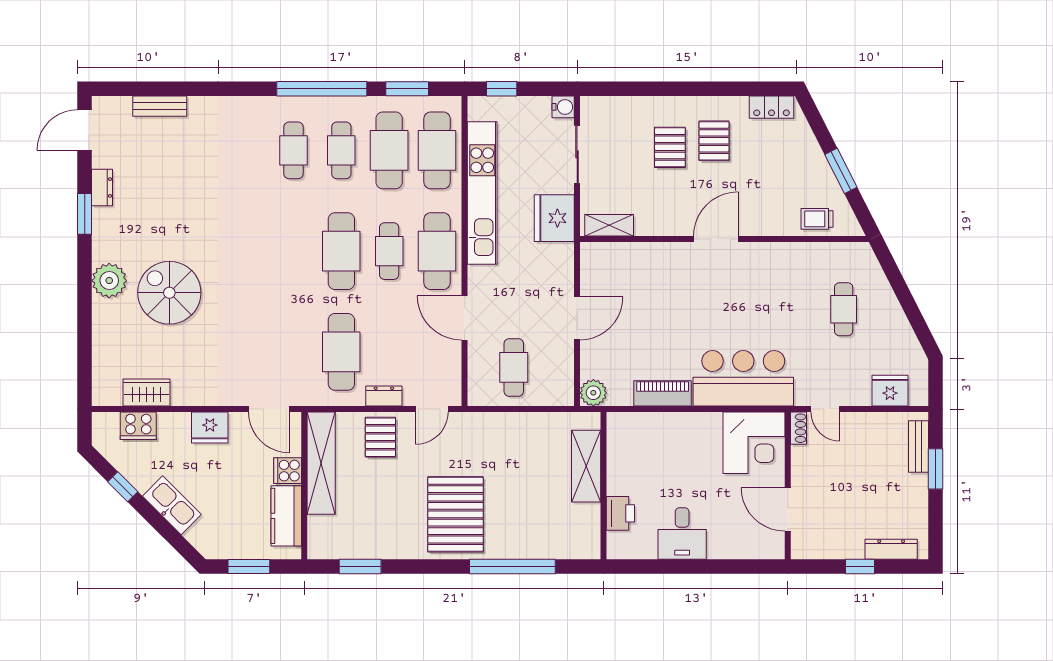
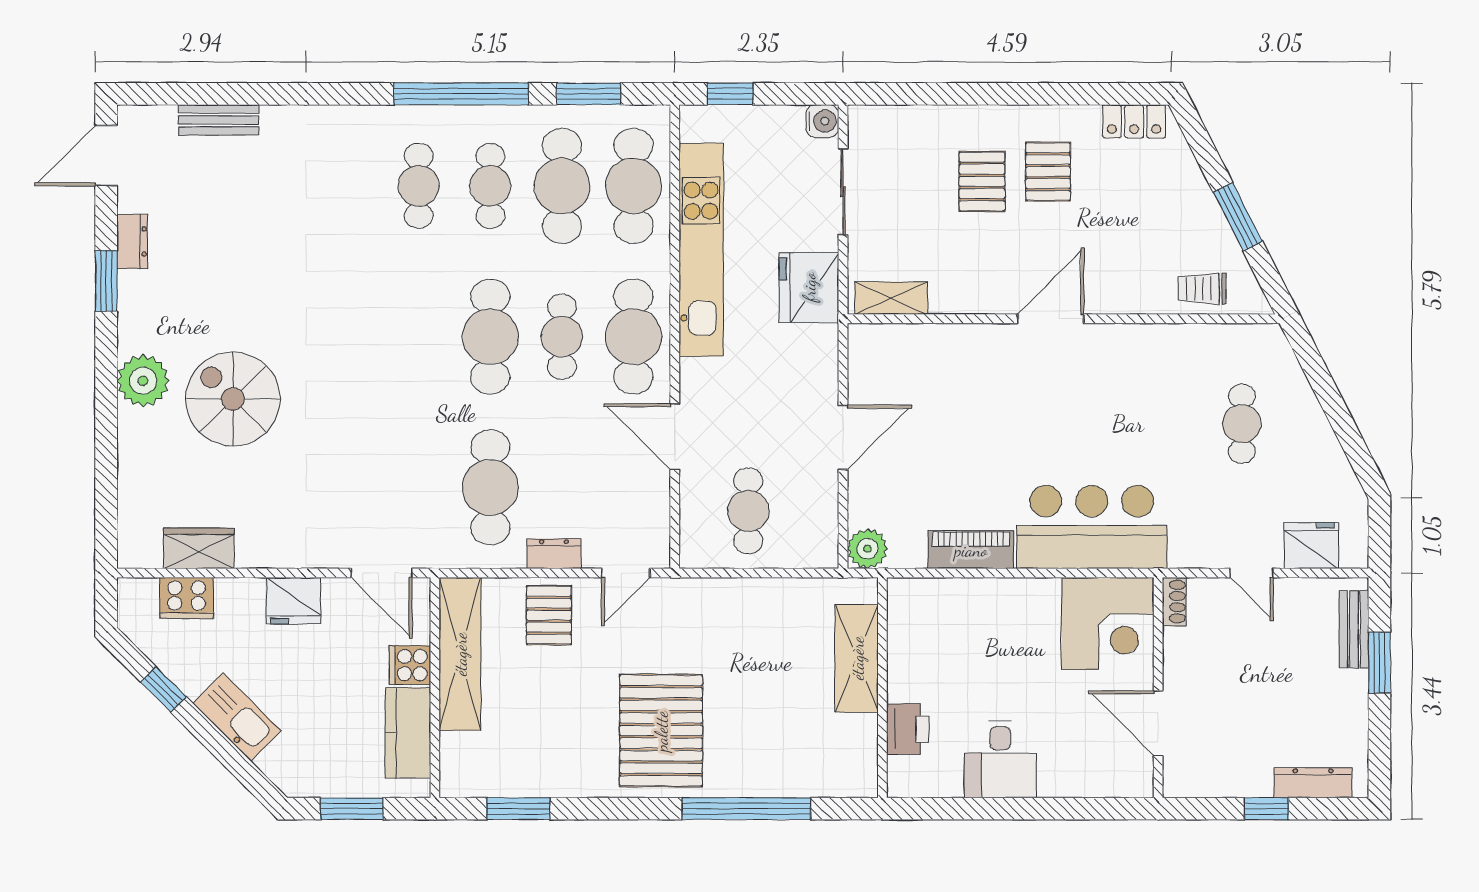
door: (825, 409) -> (1251, 573), moved

